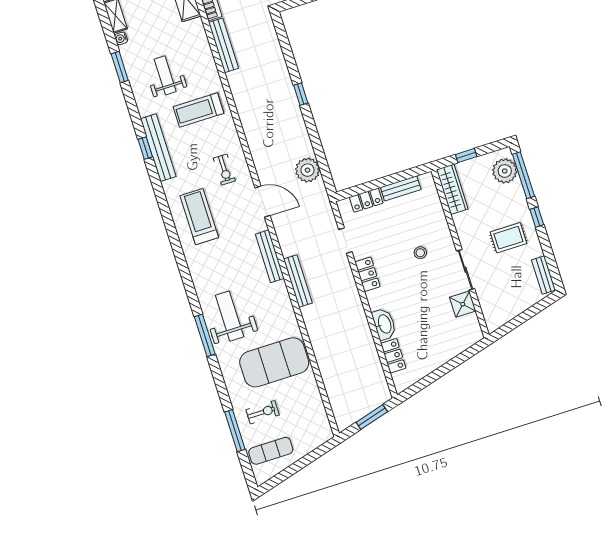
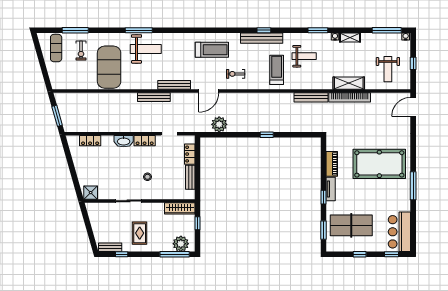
window: (537, 217) -> (122, 254), moved
shower: (463, 304) -> (91, 193), moved
washbasin: (384, 324) -> (124, 141), moved

